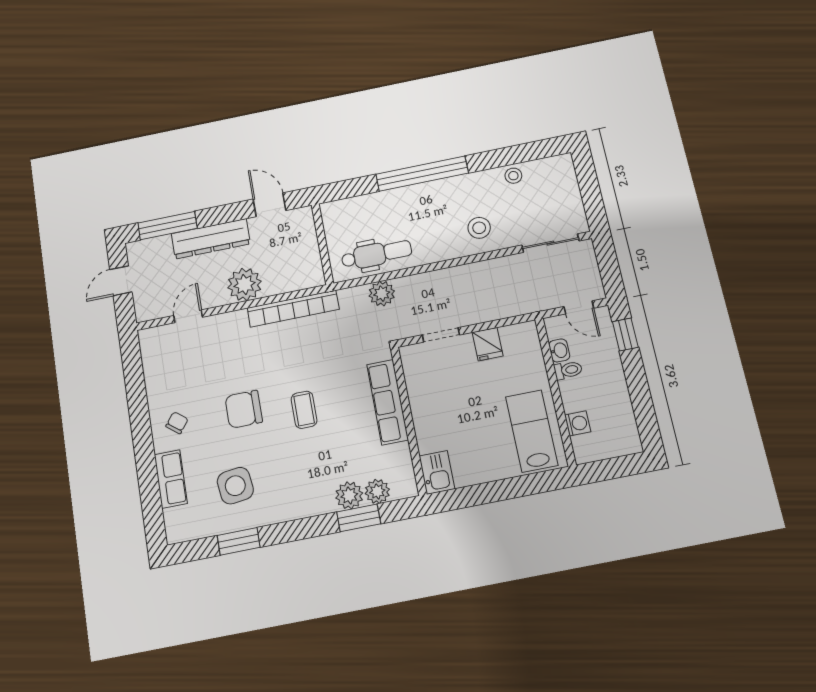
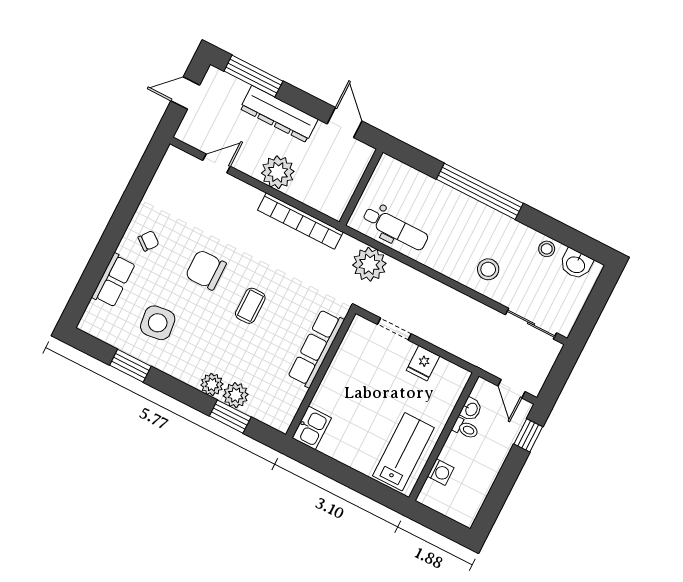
washbasin: (547, 169) -> (576, 264), added
plant: (382, 294) -> (369, 264), width x1.36, depth x1.36
plant: (377, 491) -> (212, 384), moved

